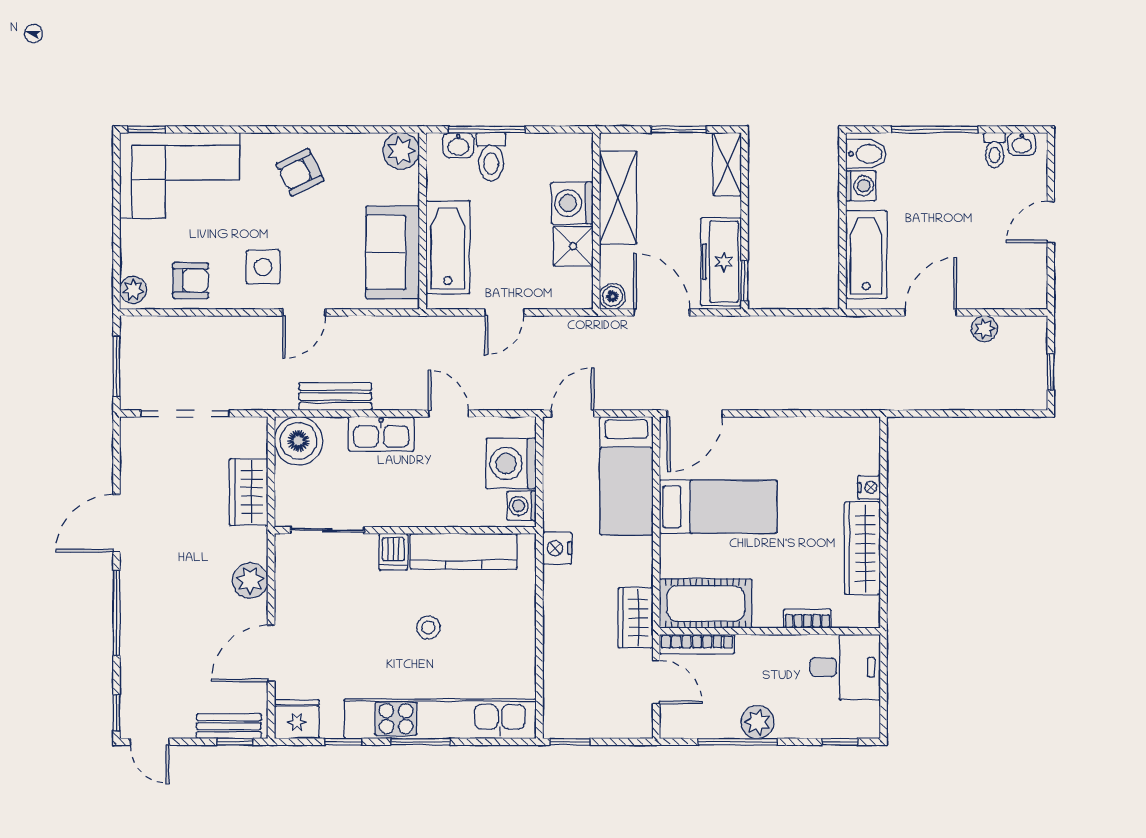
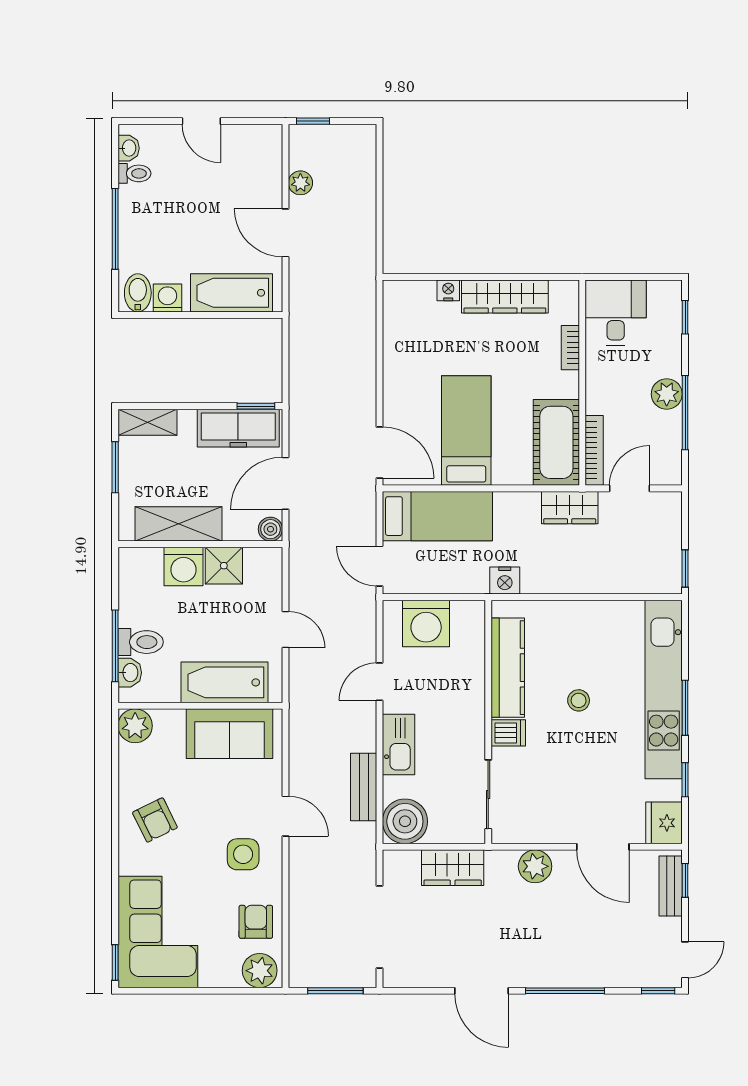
plant: (133, 290) -> (260, 971), width x1.38, depth x1.38
window: (1051, 372) -> (313, 121), moved
washing machine: (522, 506) -> (465, 614), removed

